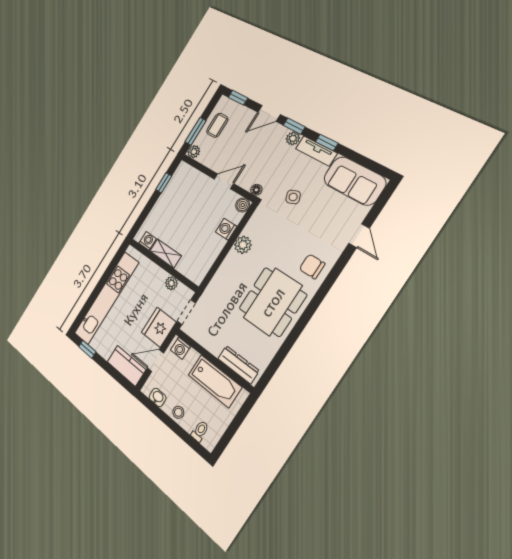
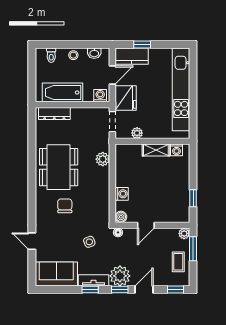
plant: (293, 138) -> (120, 276), width x1.88, depth x1.88
plant: (243, 245) -> (103, 159), moved
chair: (312, 266) -> (65, 206), moved, turned -90
window: (87, 349) -> (142, 44), moved

